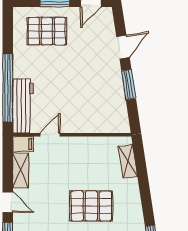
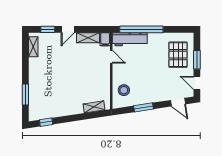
door: (123, 47) -> (178, 102), moved
stool: (102, 115) -> (124, 90), added
pallet: (91, 206) -> (65, 83), removed

